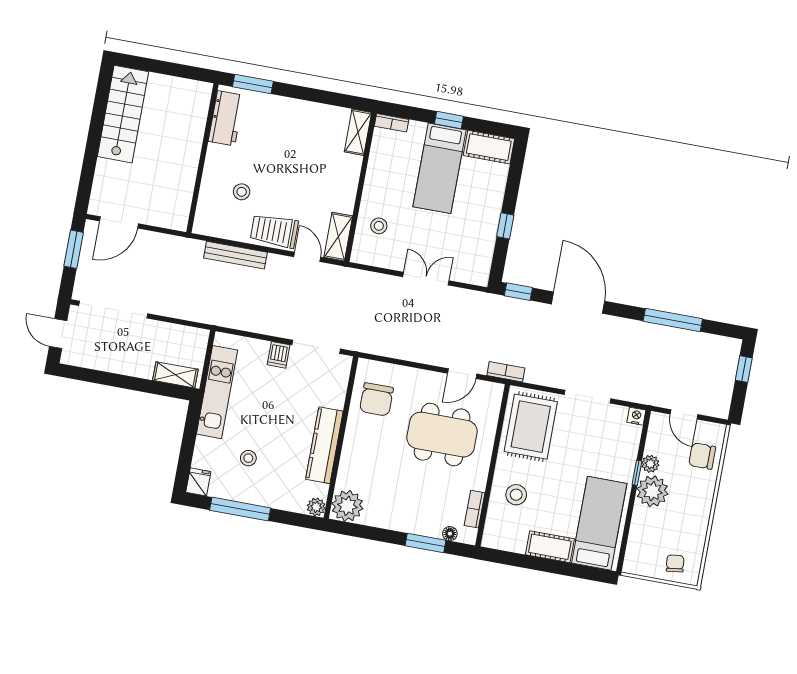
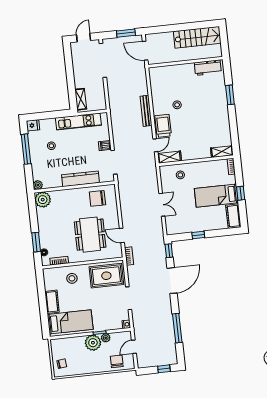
workbench: (226, 118) -> (208, 68), moved
wall: (202, 158) -> (185, 62), moved
kitchen counter: (324, 445) -> (81, 179), moved

